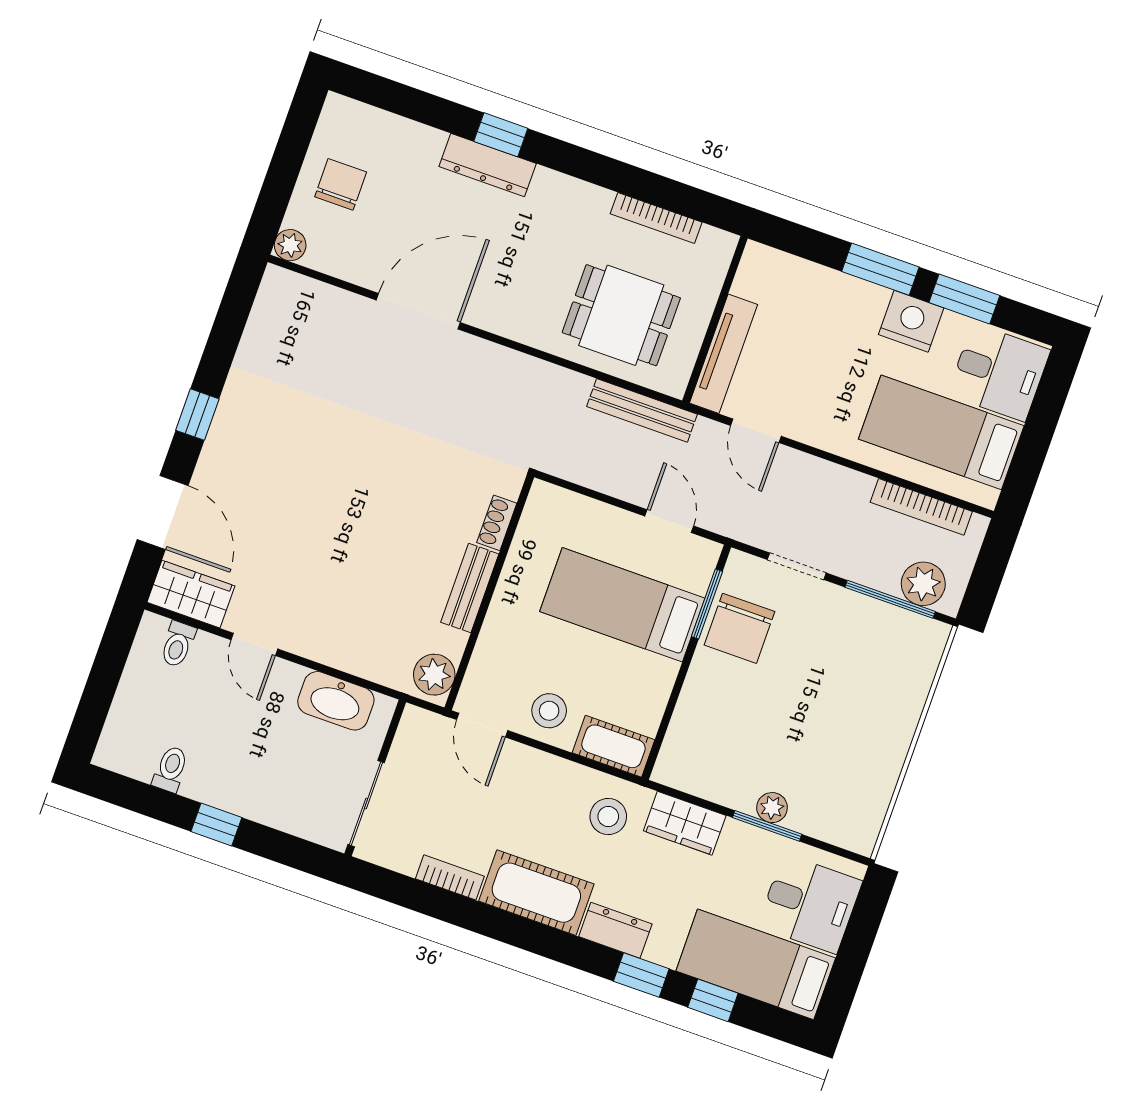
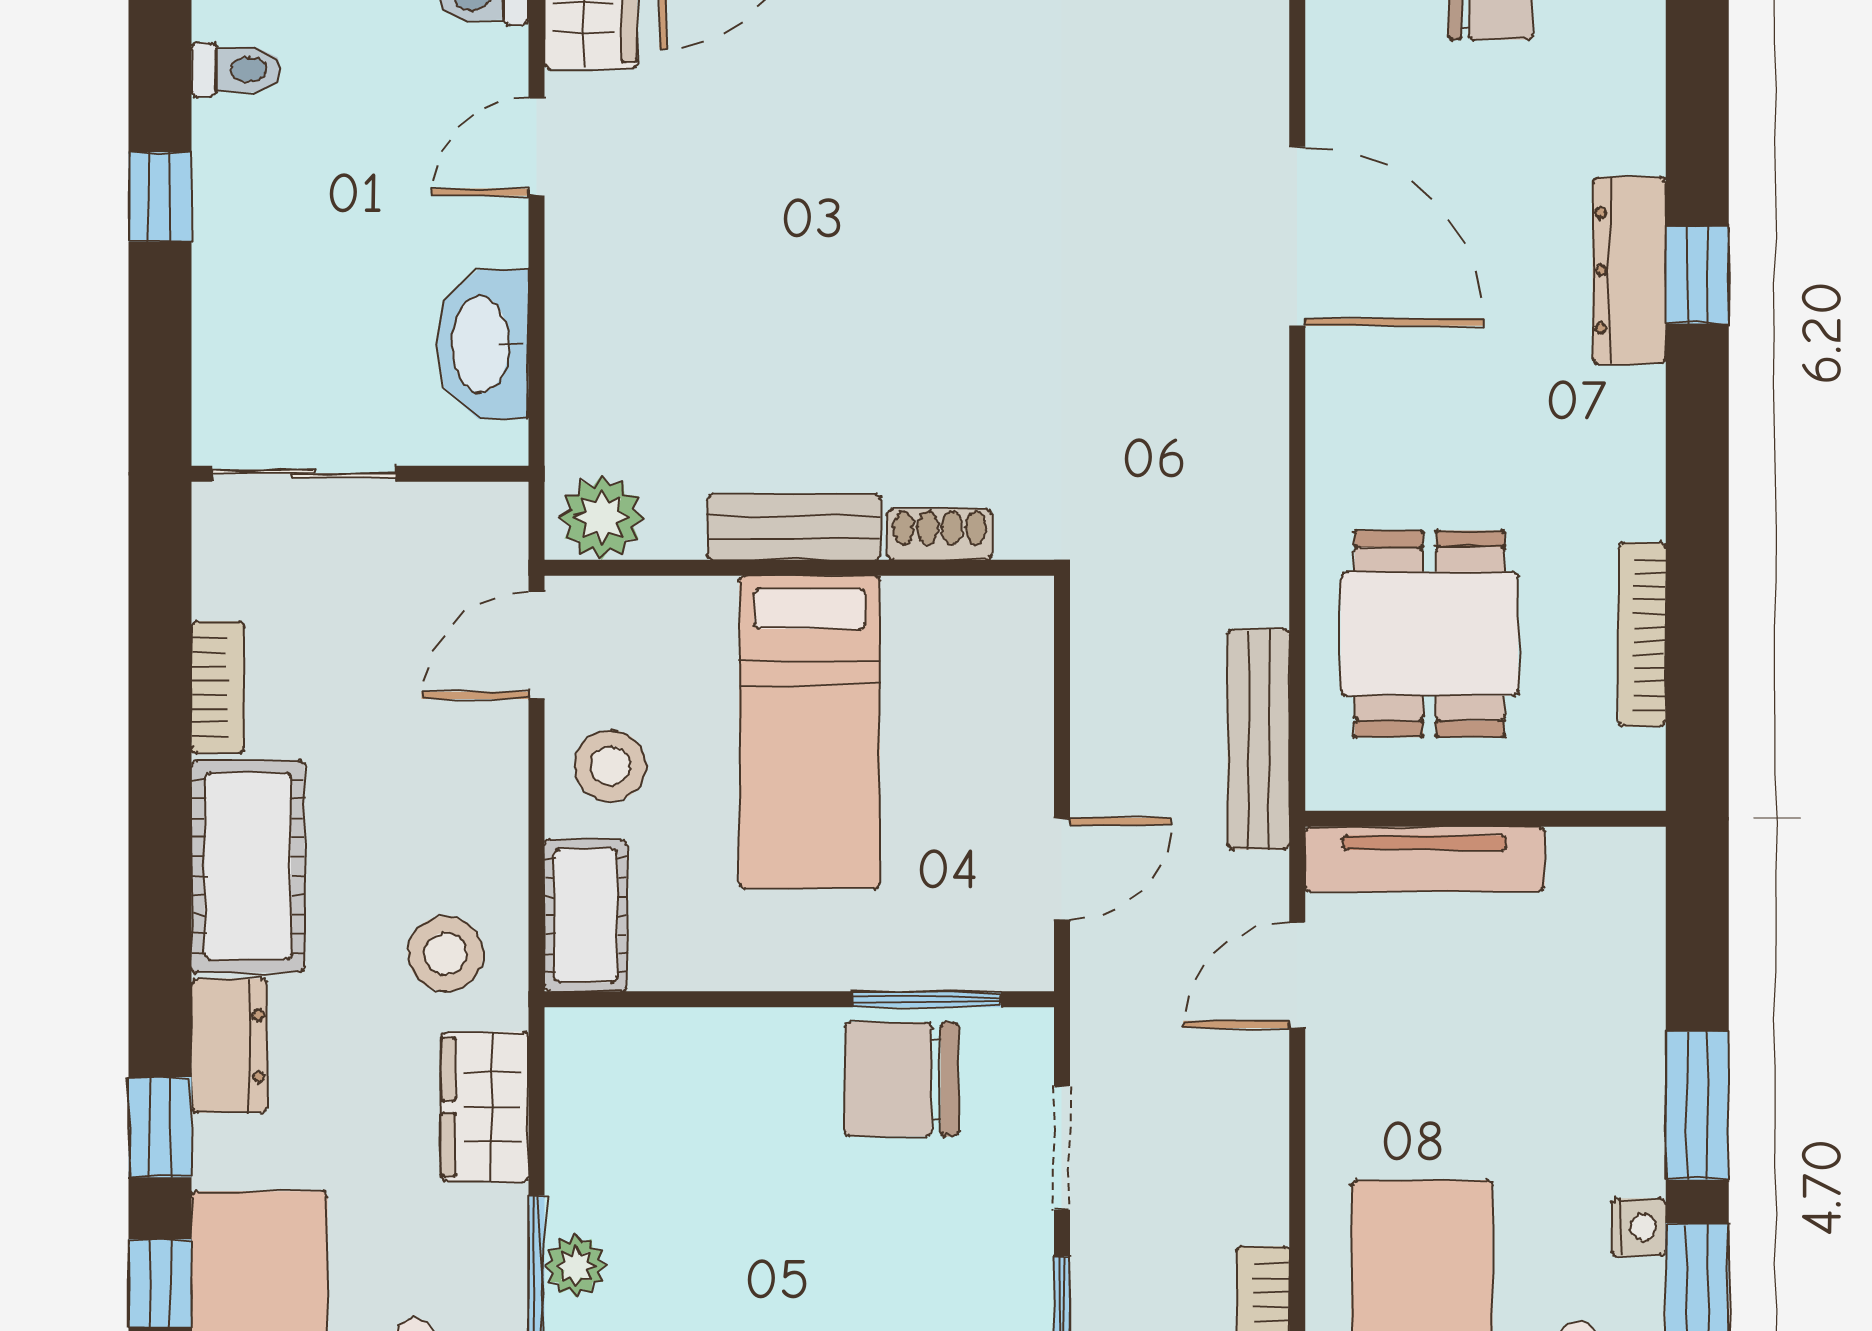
nightstand: (911, 321) -> (1639, 1227), width x0.53, depth x0.56
bed: (622, 605) -> (810, 732), moved, turned 180

